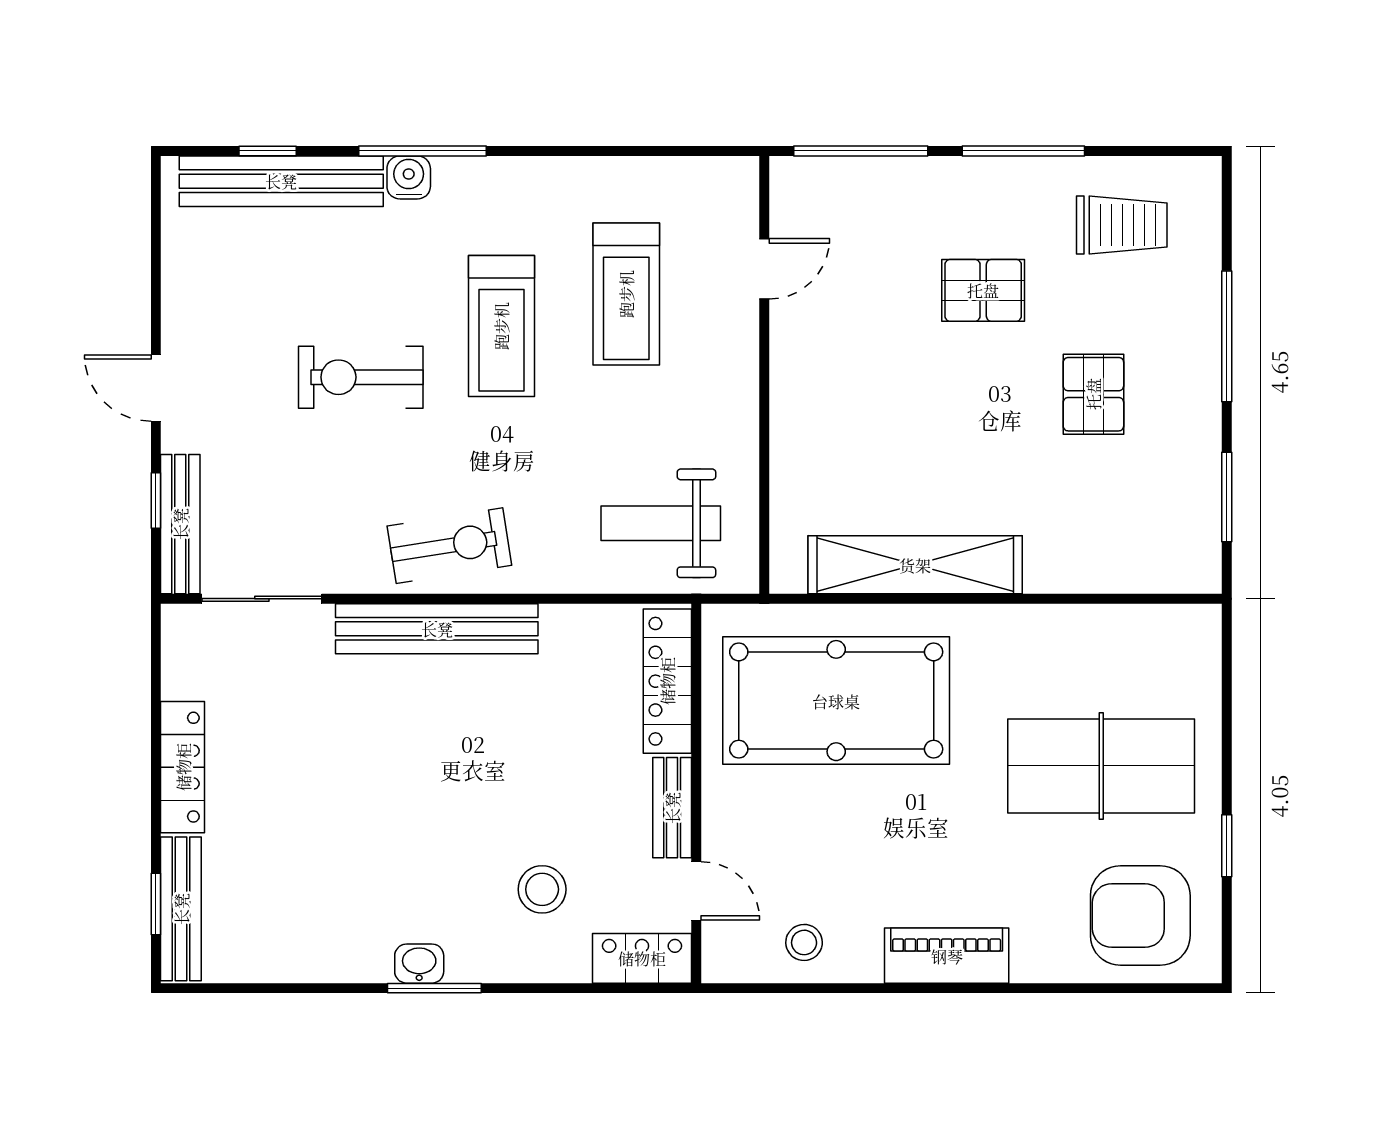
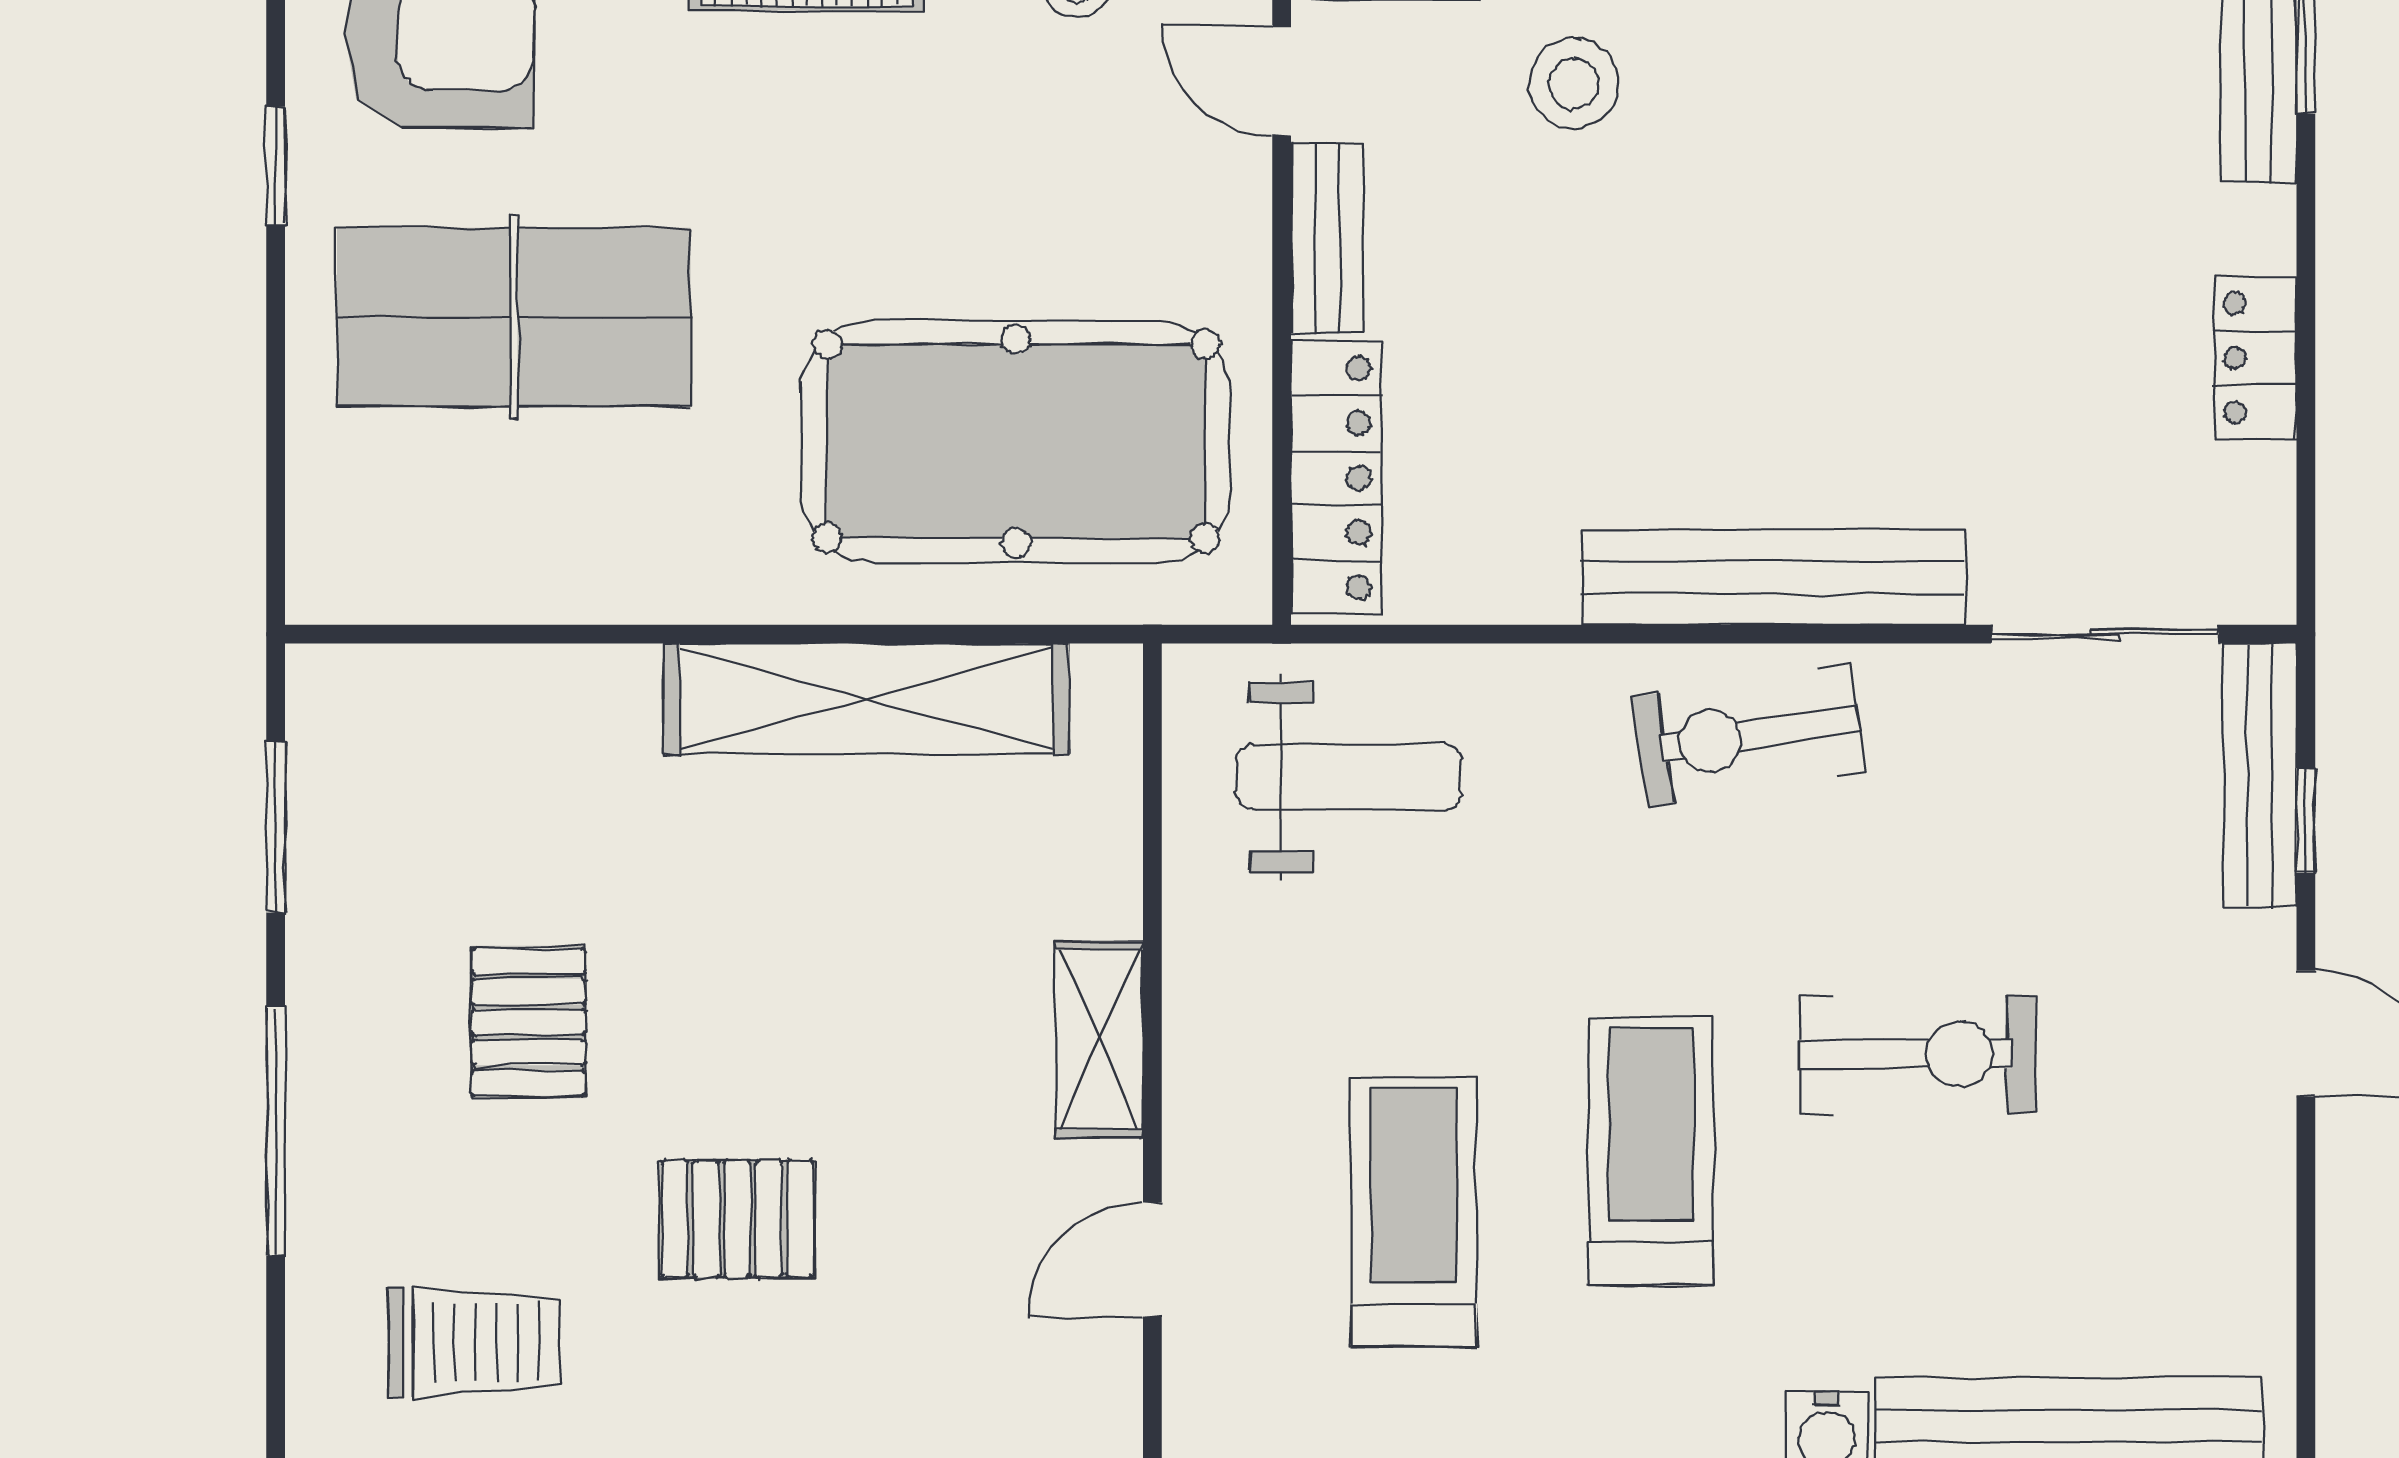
trolley: (1122, 225) -> (475, 1343), turned 180
shelving: (792, 385) -> (1099, 1040), added
locker: (183, 767) -> (2255, 358), width x0.66

